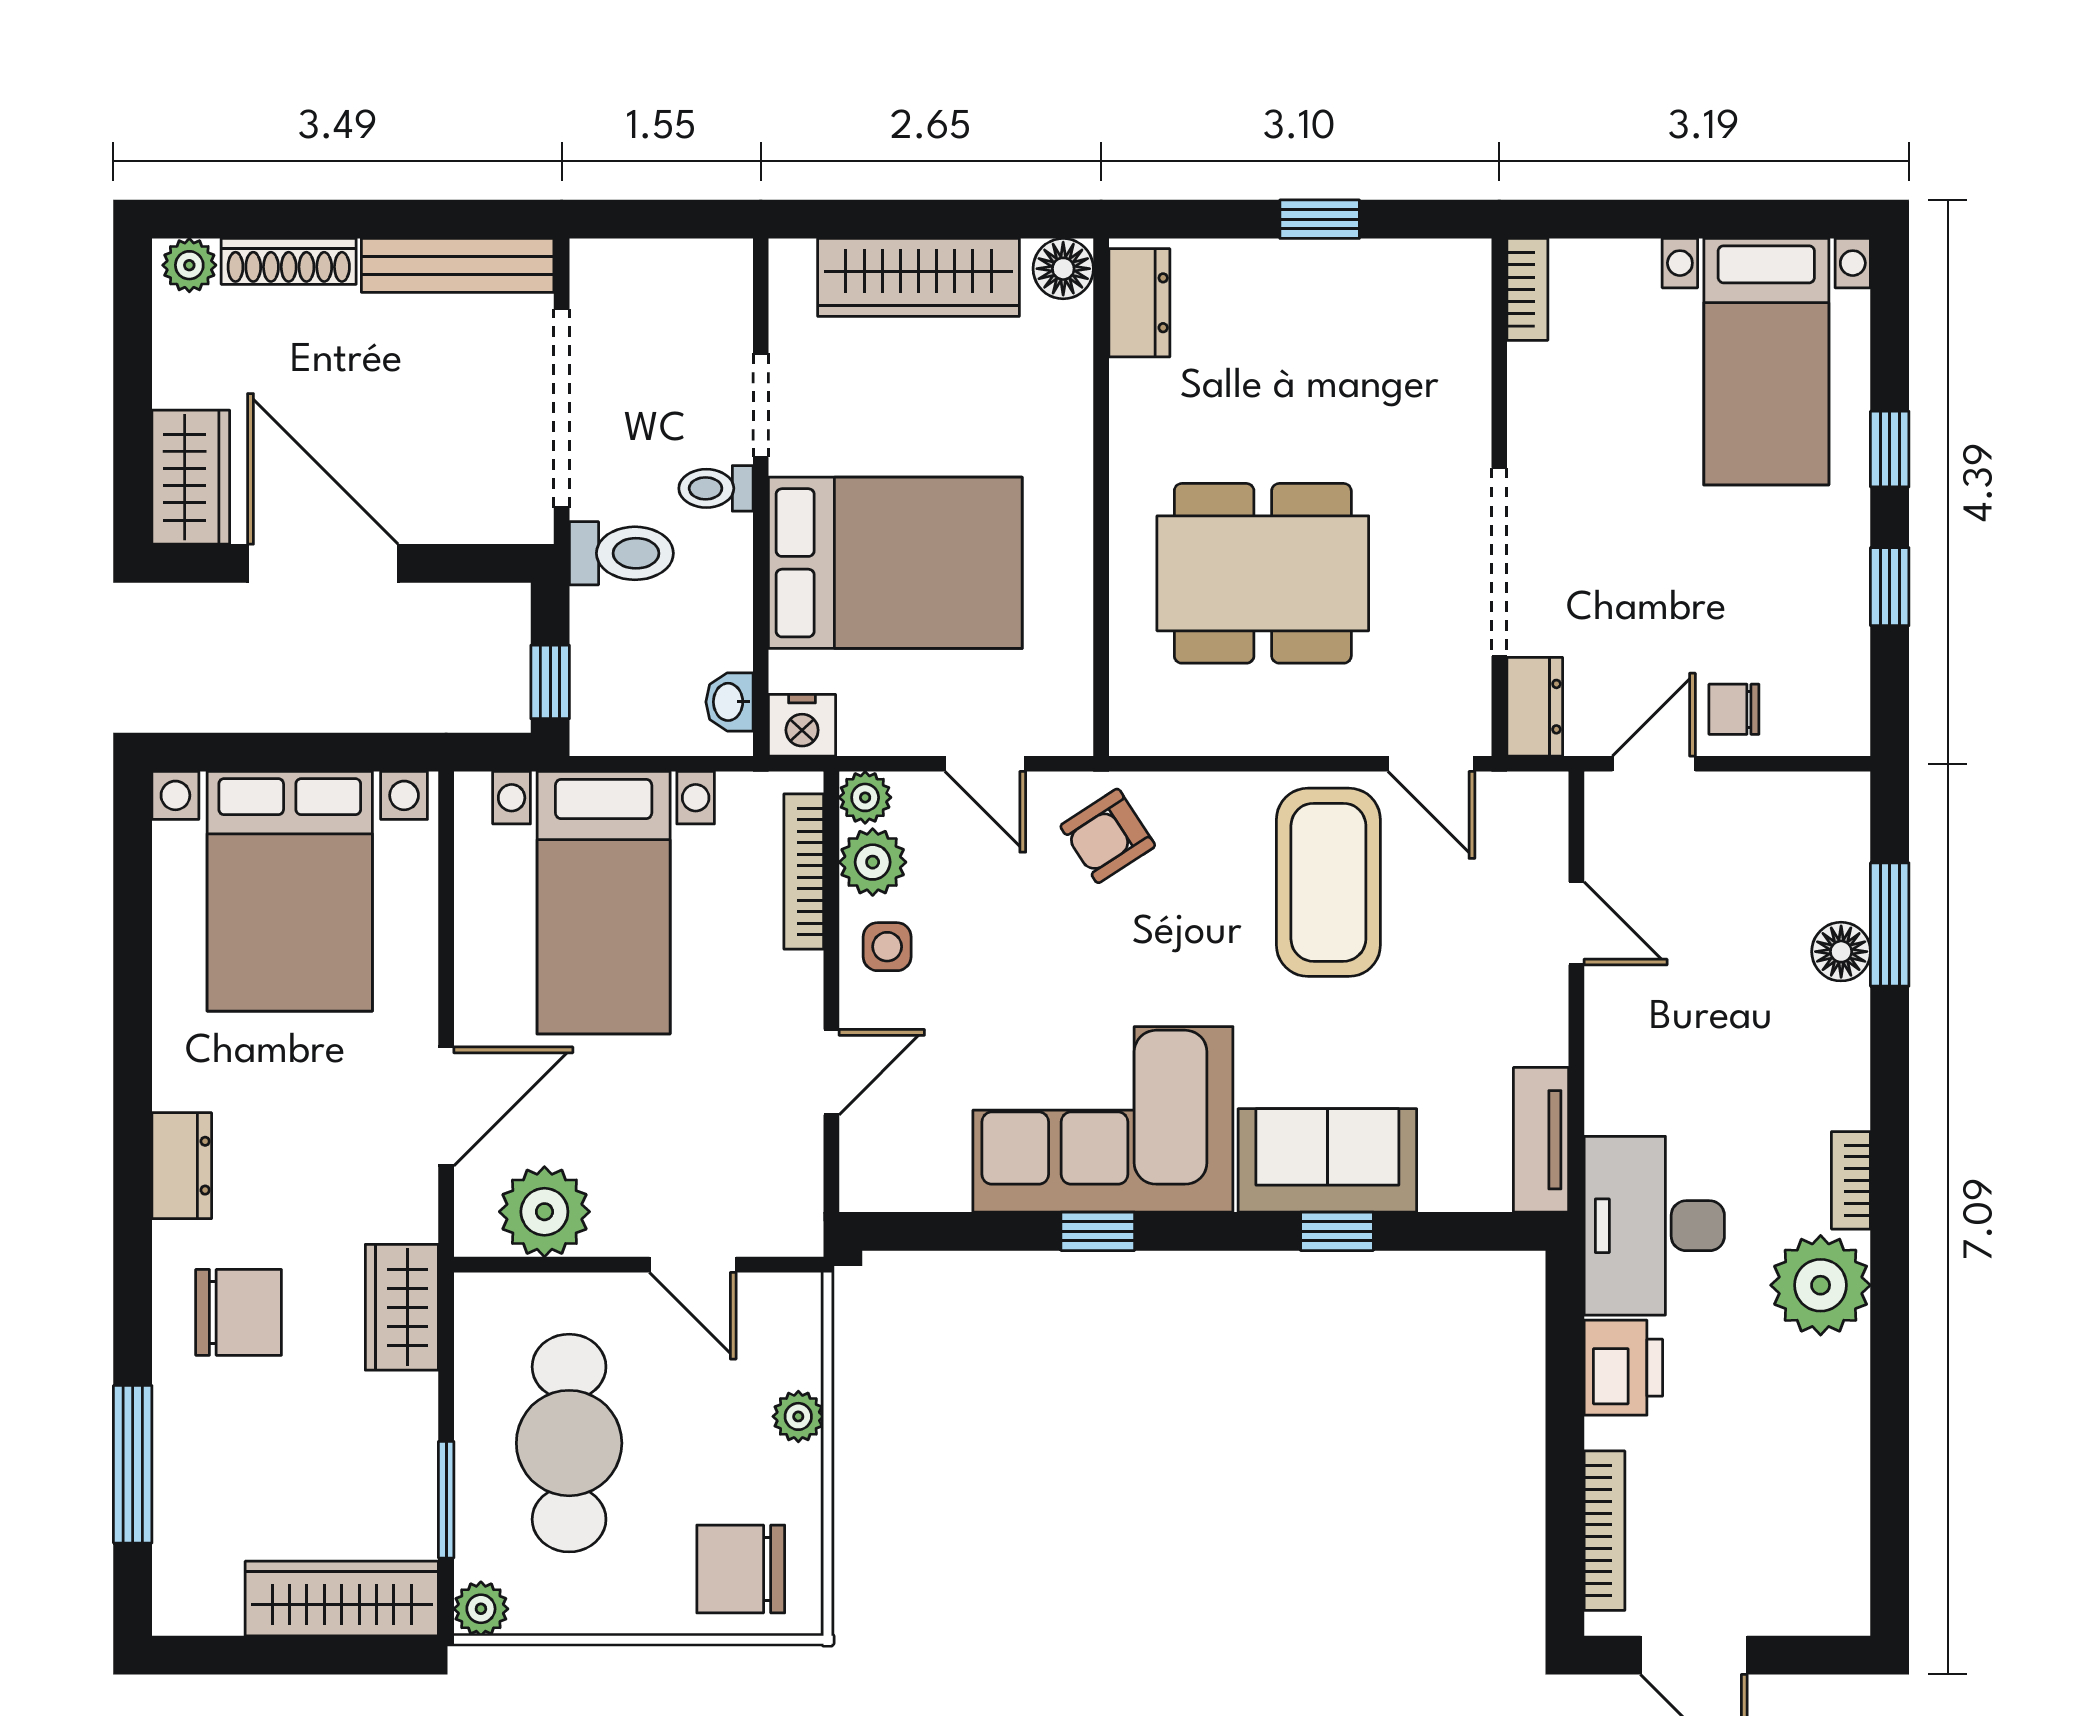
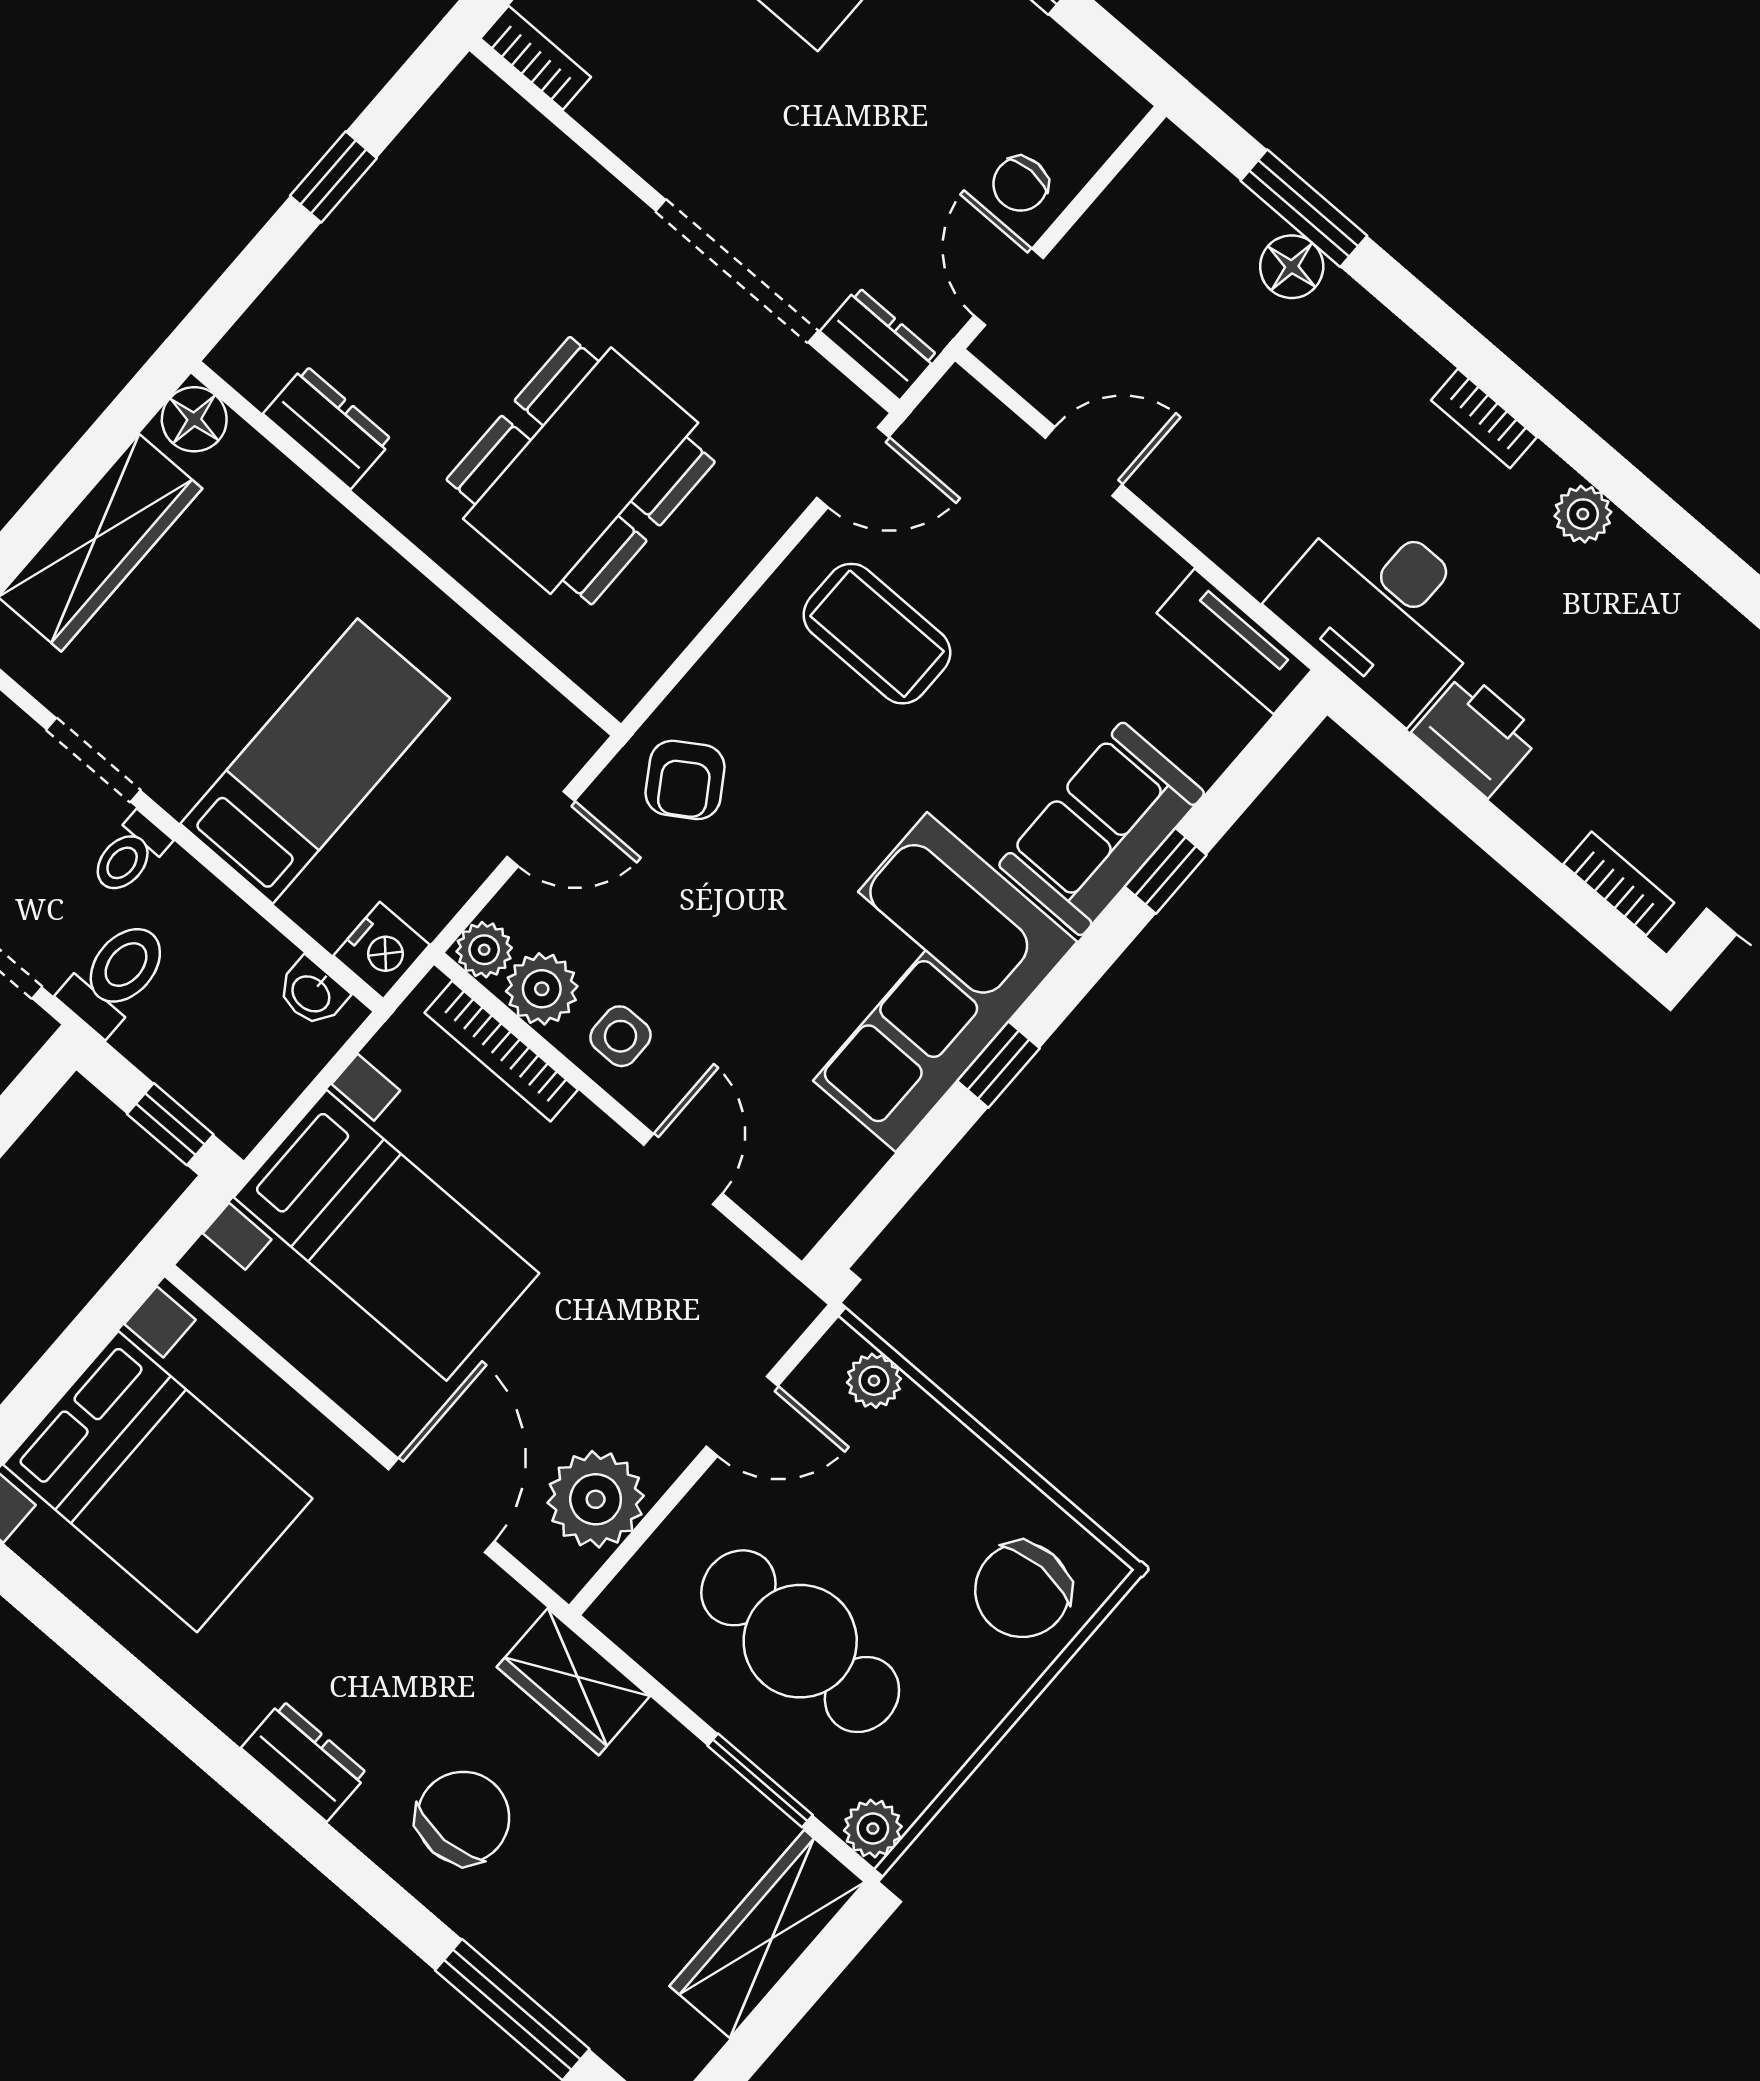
dresser: (1139, 303) -> (328, 427), moved
bed: (895, 563) -> (315, 761), width x0.67
coffee table: (1328, 882) -> (877, 634), width x0.73, depth x0.76
plant: (1821, 1285) -> (1583, 514), width x0.53, depth x0.53
plant: (798, 1416) -> (874, 1381), moved
bookcase: (1604, 1531) -> (1619, 884), width x0.64

